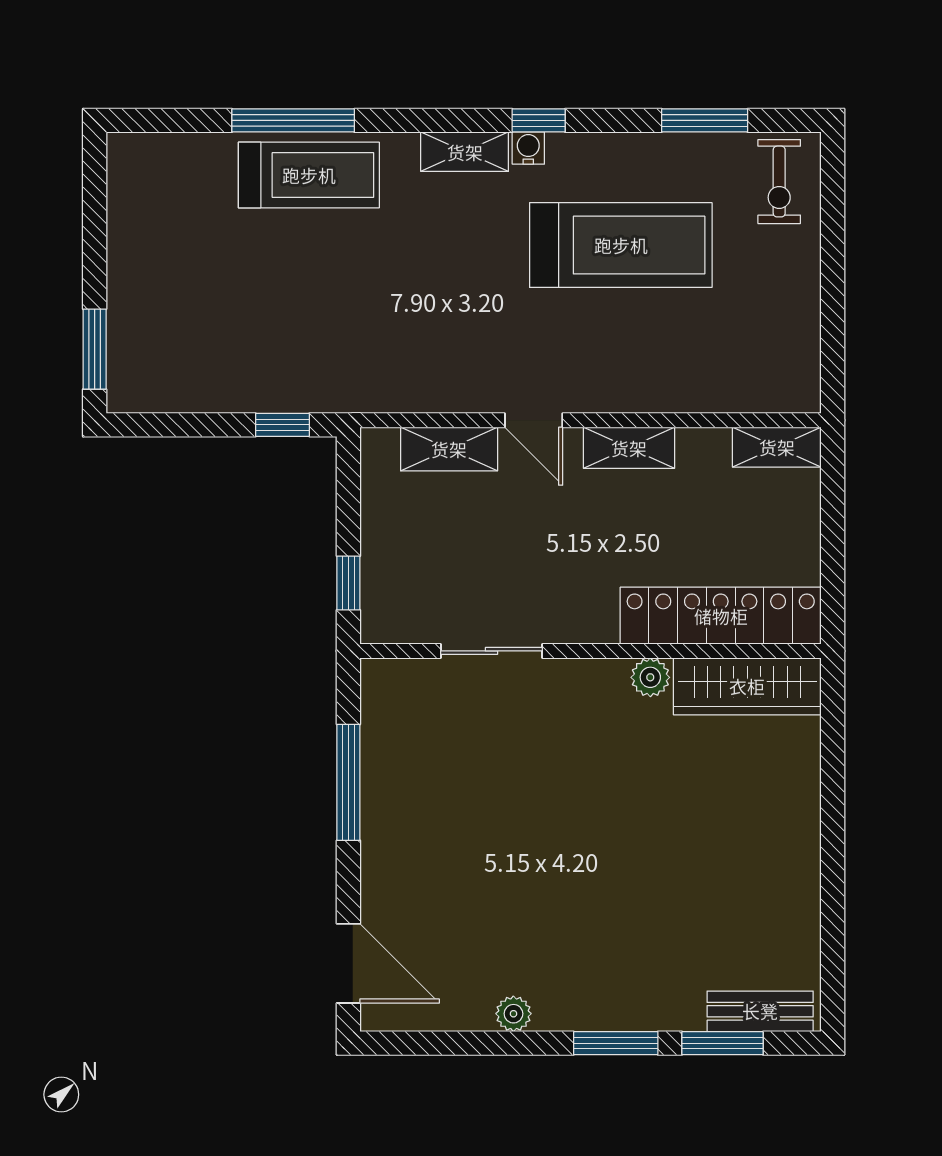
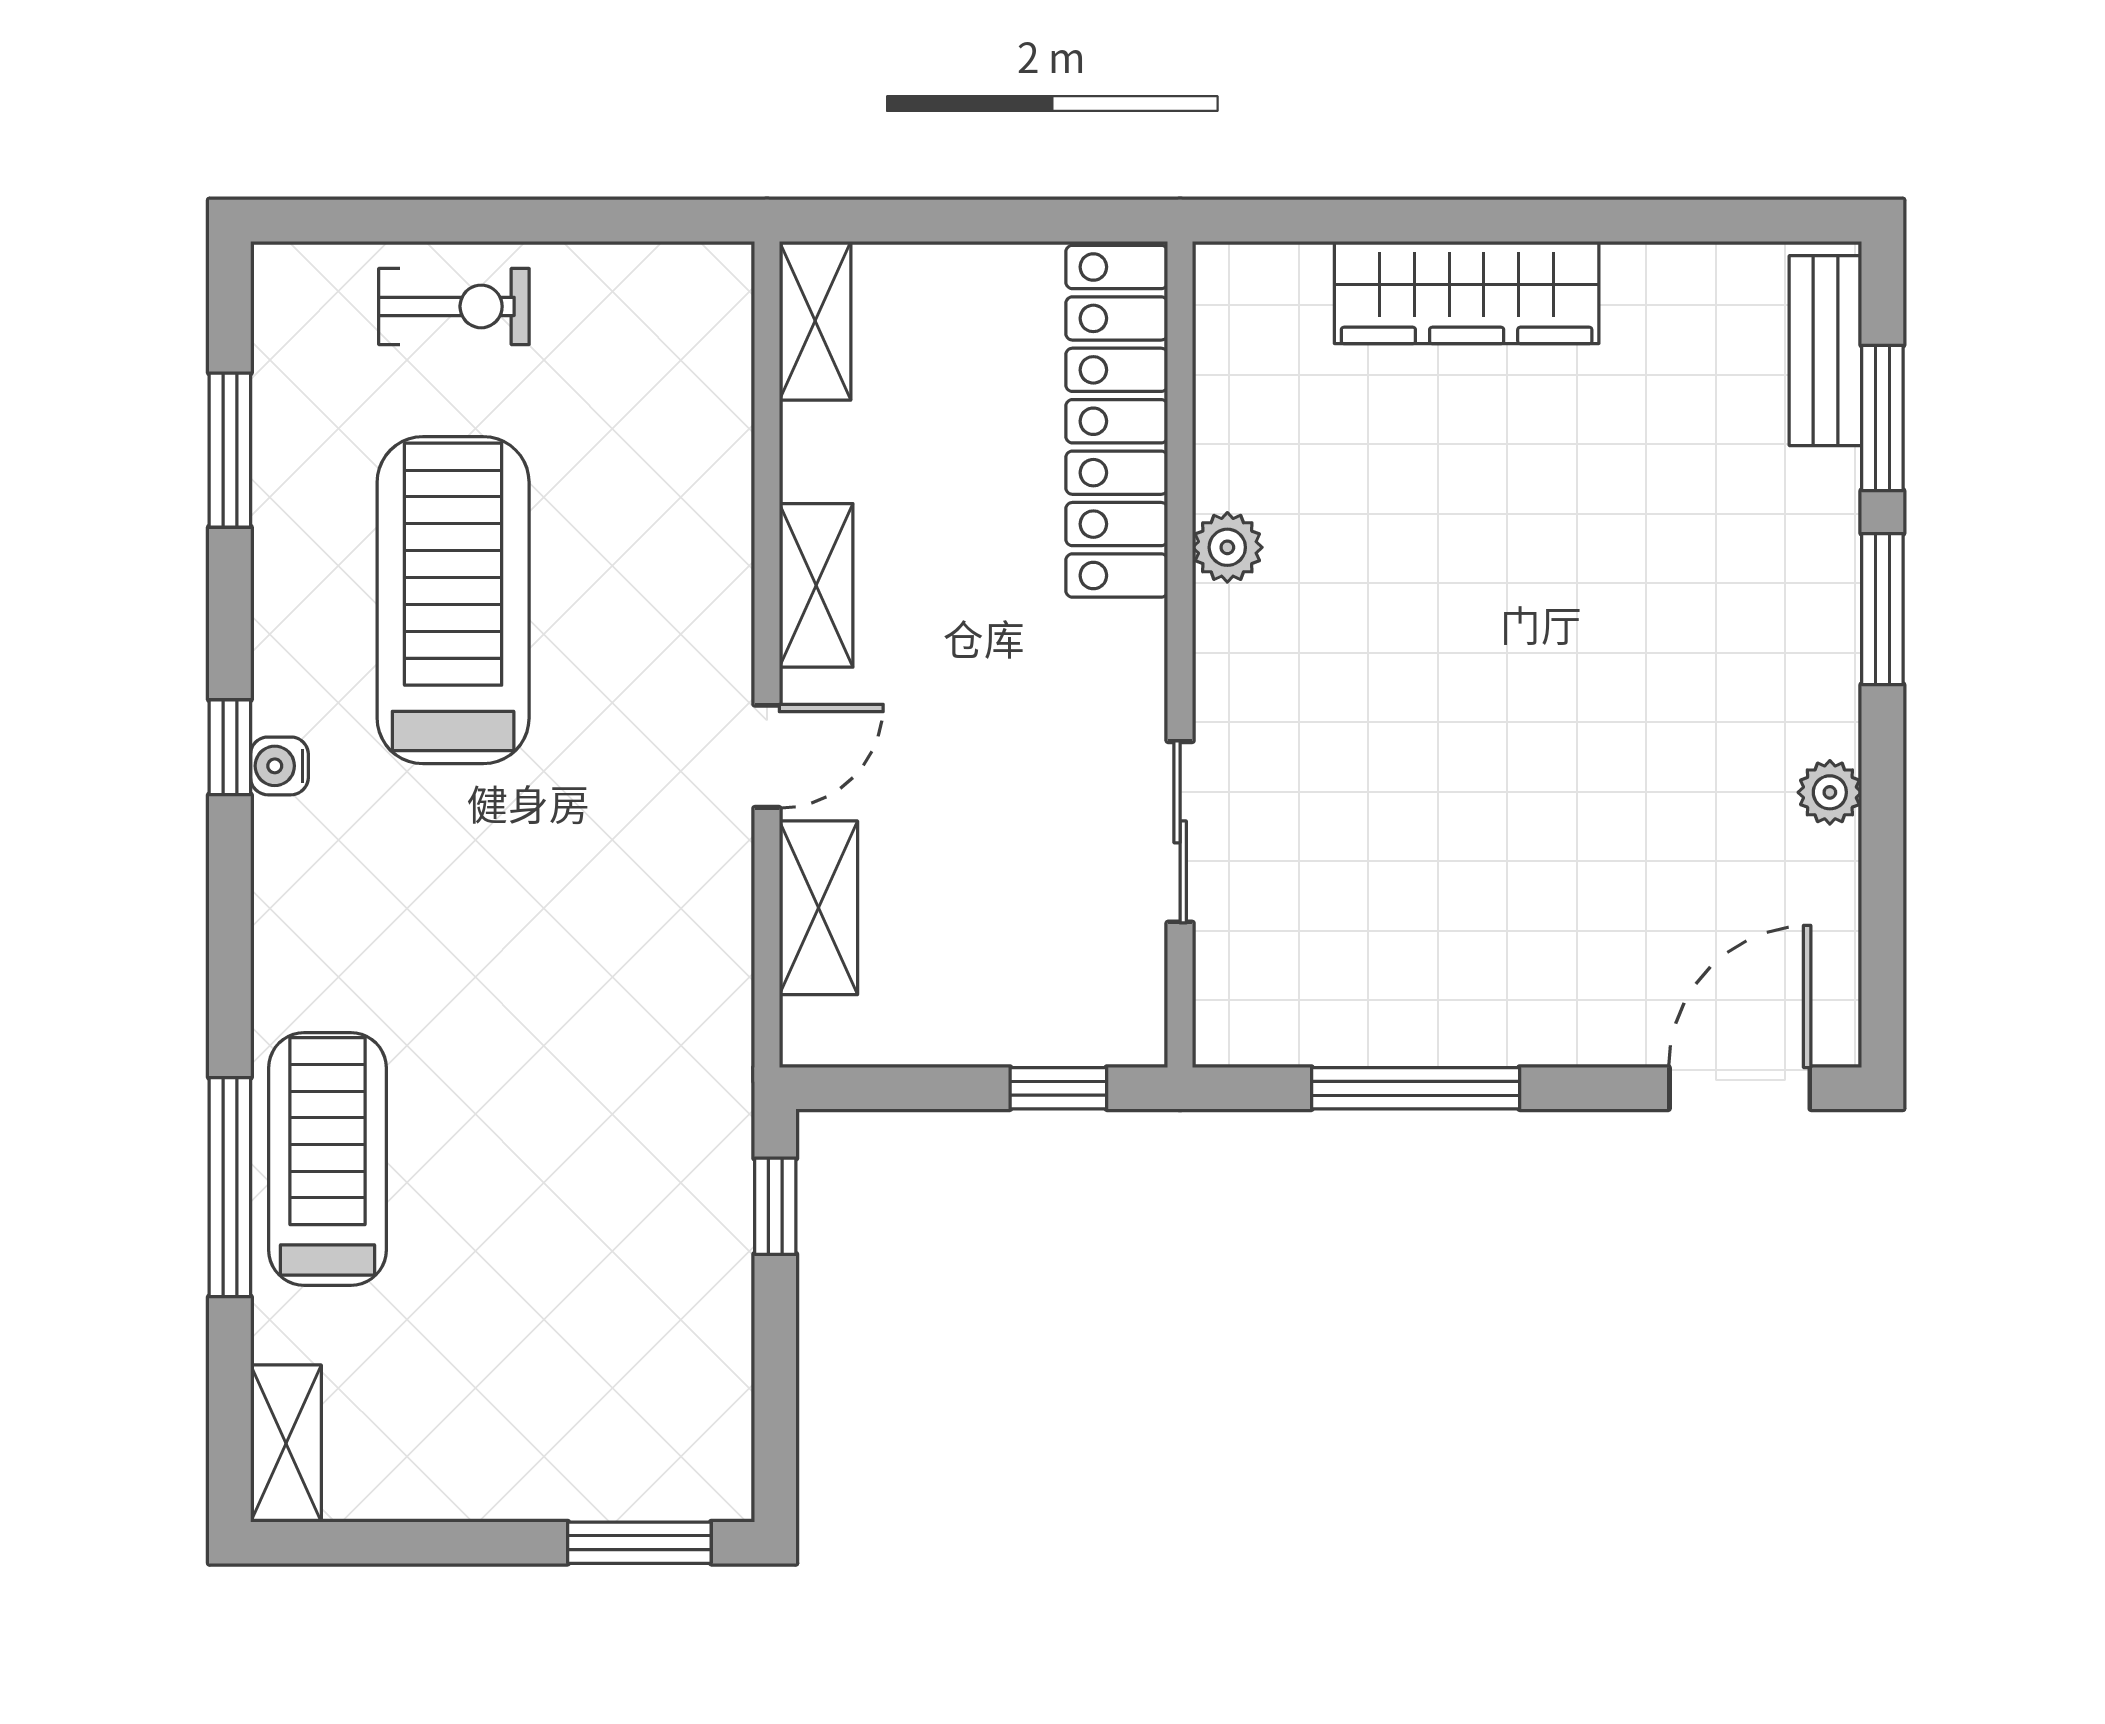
shelving: (465, 152) -> (286, 1443), moved
exercise bike: (779, 182) -> (454, 306), moved
wardrobe: (747, 686) -> (1467, 292), moved, turned 90

